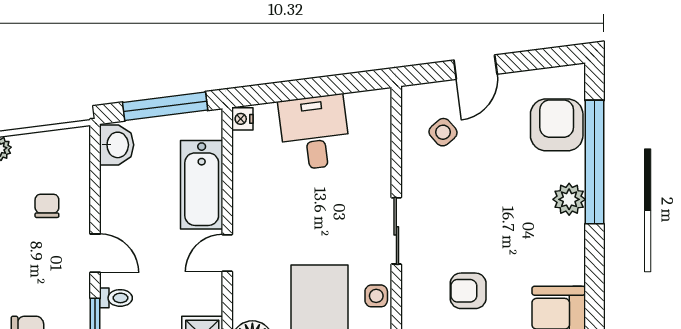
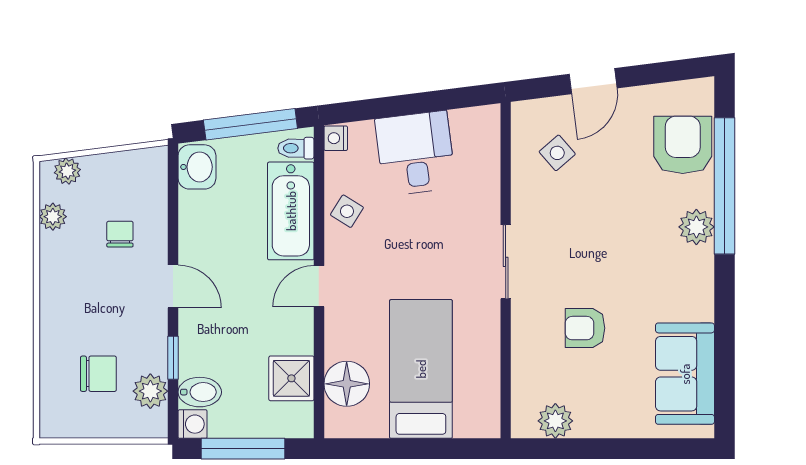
side table: (376, 296) -> (347, 211), moved, turned 32
toilet: (116, 298) -> (296, 148), moved, turned 180

